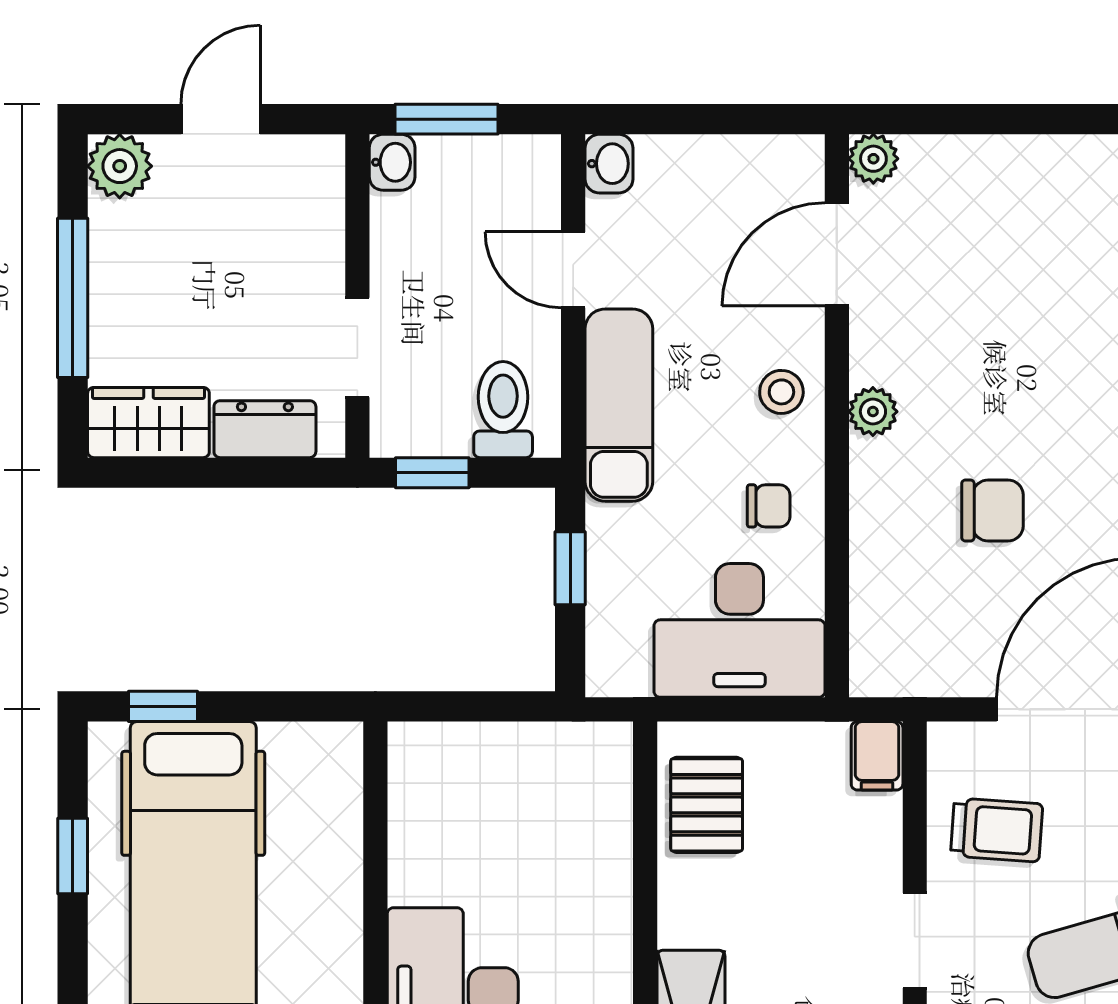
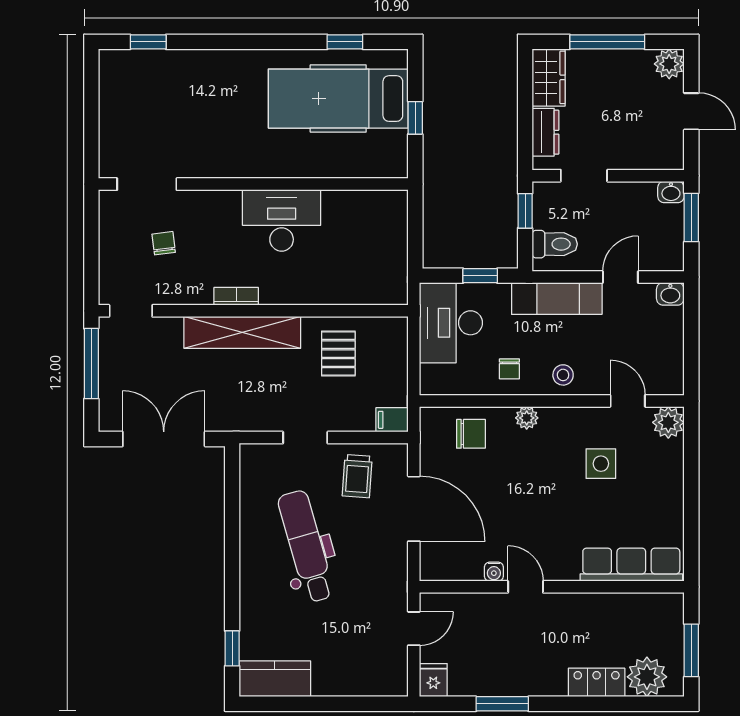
plant: (873, 159) -> (668, 422), width x1.38, depth x1.38
door: (837, 254) -> (628, 401), width x0.73
side table: (970, 311) -> (601, 464), added
plant: (873, 412) -> (527, 418), moved
chair: (992, 510) -> (471, 434), moved, turned -90
desk: (739, 630) -> (451, 323), moved
window: (163, 706) -> (415, 118), moved
pallet: (707, 805) -> (338, 354), moved, turned 90

